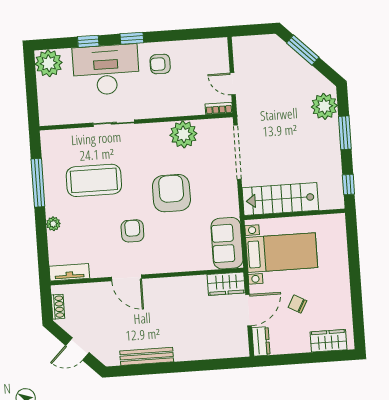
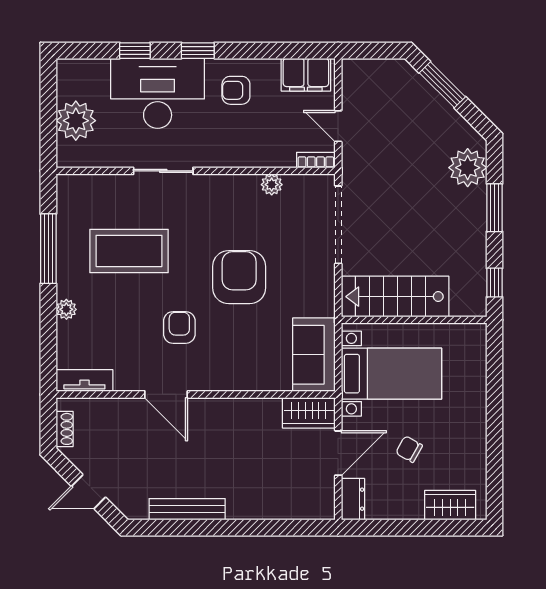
filing cabinet: (208, 50) -> (306, 75), added
plant: (49, 63) -> (76, 121), moved
plant: (183, 134) -> (272, 185), width x0.53, depth x0.53

